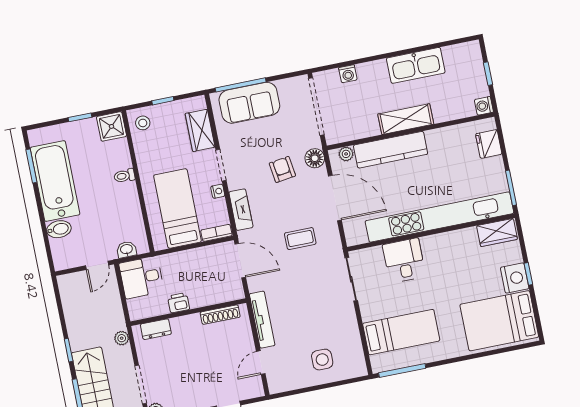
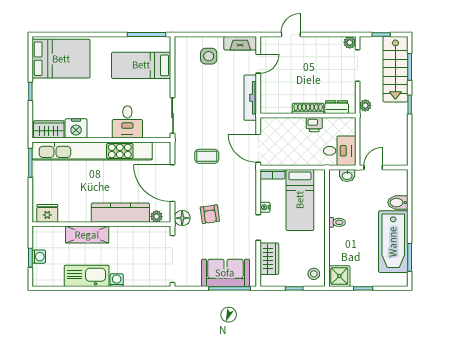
washing machine: (348, 74) -> (117, 280), moved
washing machine: (484, 106) -> (39, 257), moved
shelving: (406, 119) -> (87, 235), moved
fridge: (489, 144) -> (47, 213), moved, turned -90
toilet: (124, 176) -> (337, 222), moved
fireplace: (241, 210) -> (240, 43), moved, turned -90
nightstand: (515, 278) -> (76, 128), moved, turned -90
shoe rack: (220, 315) -> (308, 108), moved

